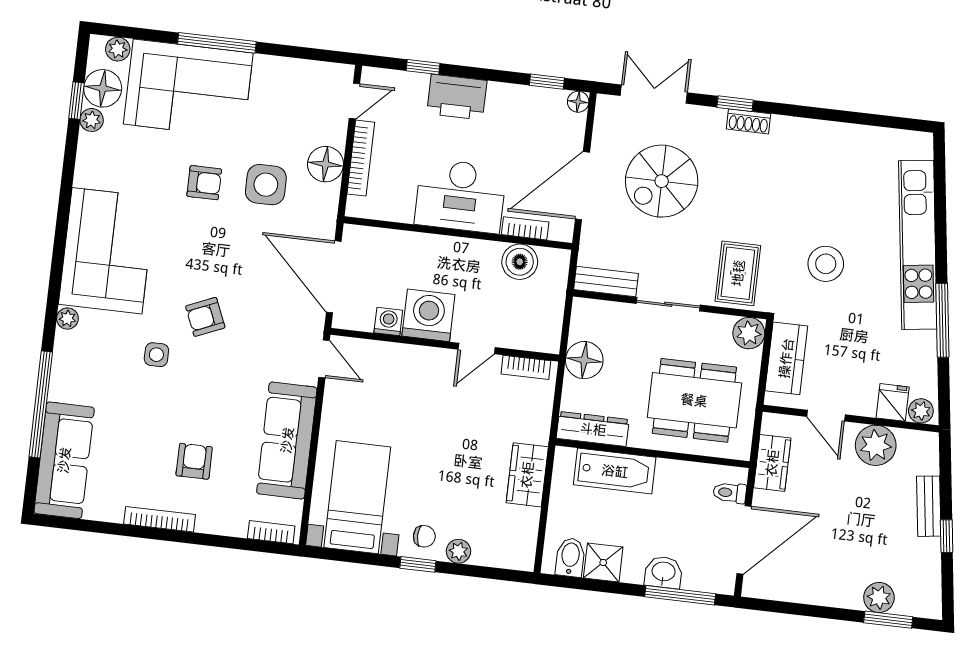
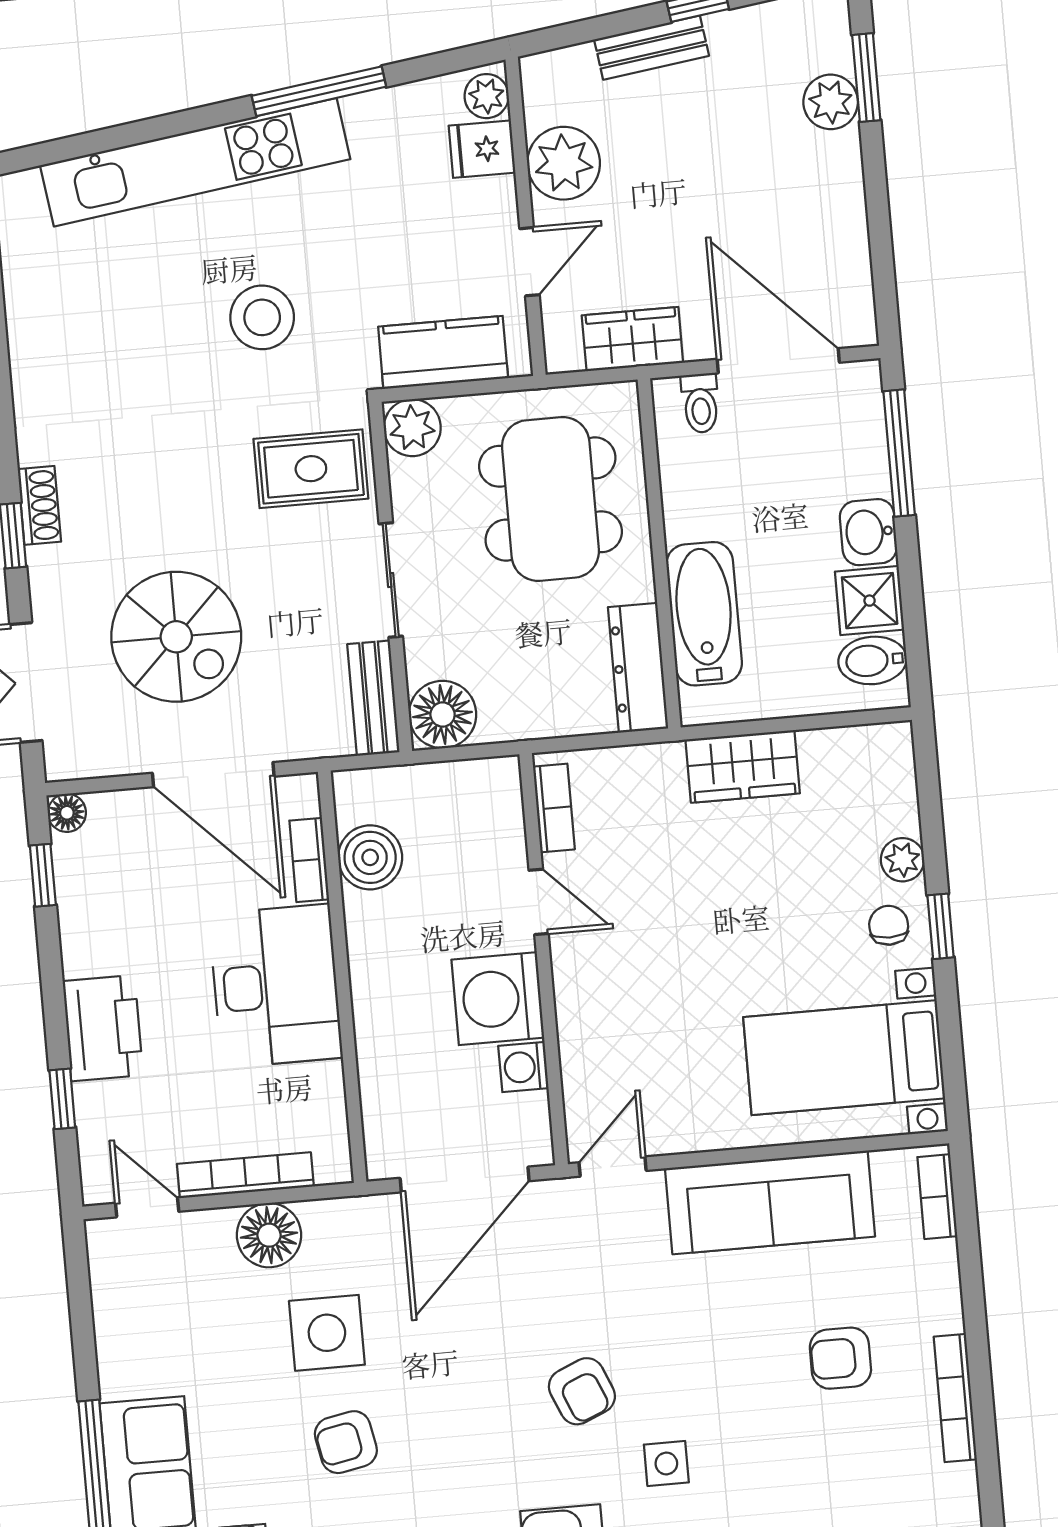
armchair: (204, 183) -> (346, 1442), turned -101
floor lamp: (584, 360) -> (443, 715), moved
washbasin: (663, 572) -> (868, 532), moved

